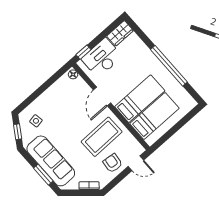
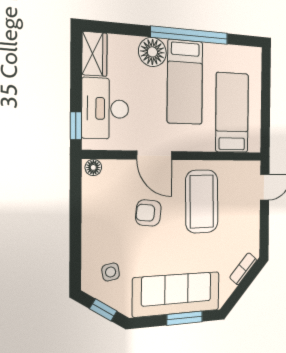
floor lamp: (145, 56) -> (152, 52), added
bed: (140, 99) -> (185, 82), moved, turned 180
armchair: (113, 163) -> (148, 213), moved

